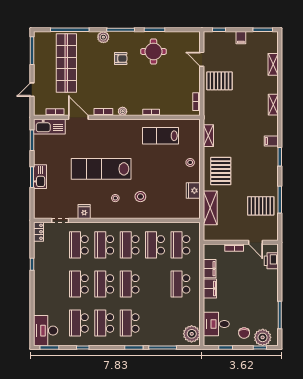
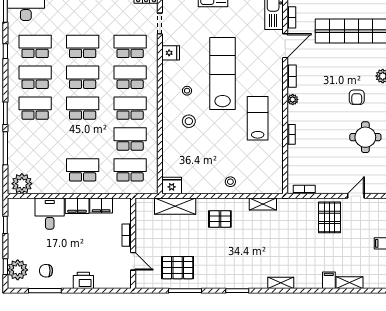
shelving: (273, 105) -> (281, 283), moved
lab bench: (161, 136) -> (258, 118), moved
filing cabinet: (271, 141) -> (329, 280), moved
pallet: (221, 171) -> (220, 219), width x0.67, depth x0.71
fridge: (193, 190) -> (172, 186), moved
pallet: (261, 206) -> (178, 268), turned 90
door: (256, 242) -> (133, 261), swing flipped
printer: (271, 261) -> (83, 280), moved
desk: (216, 324) -> (50, 214), moved
chair: (244, 333) -> (46, 271), moved

